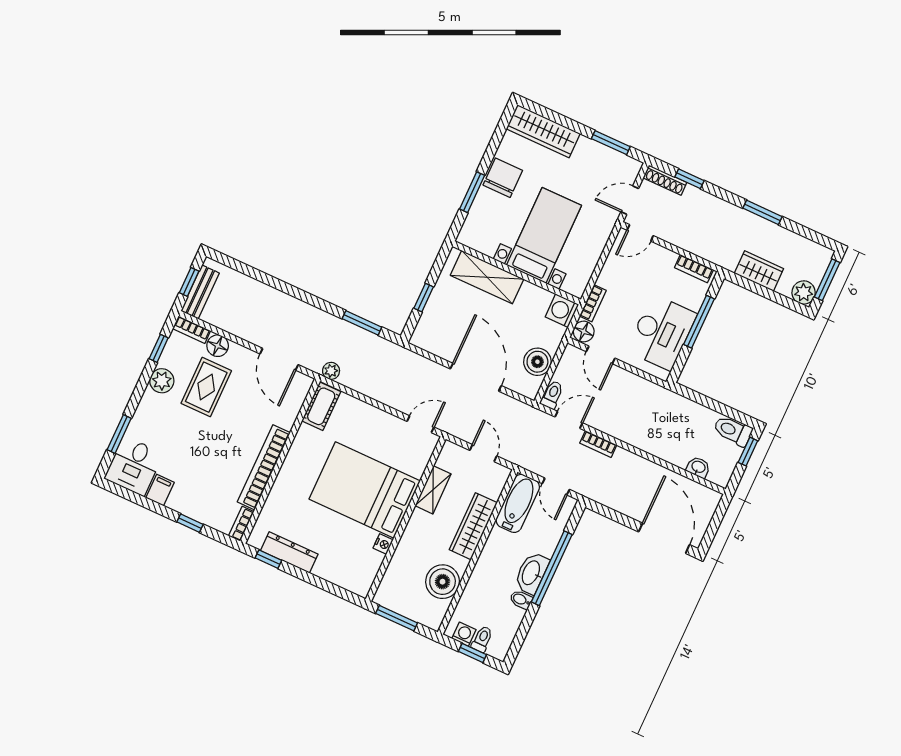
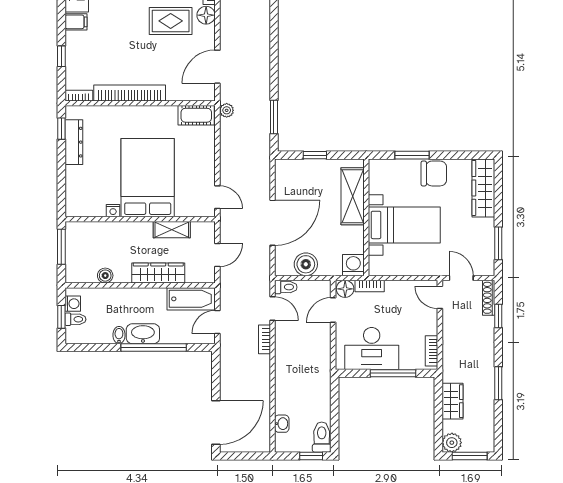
boiler: (443, 582) -> (105, 276), width x0.54, depth x0.54

